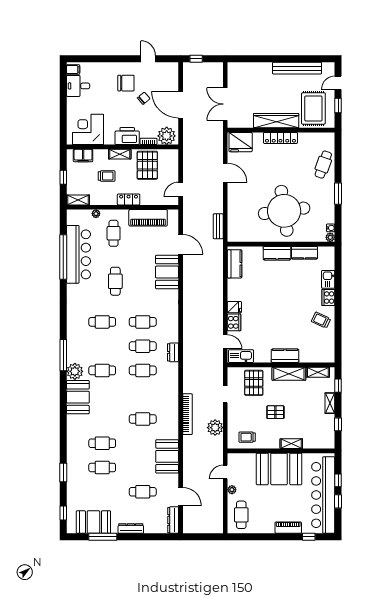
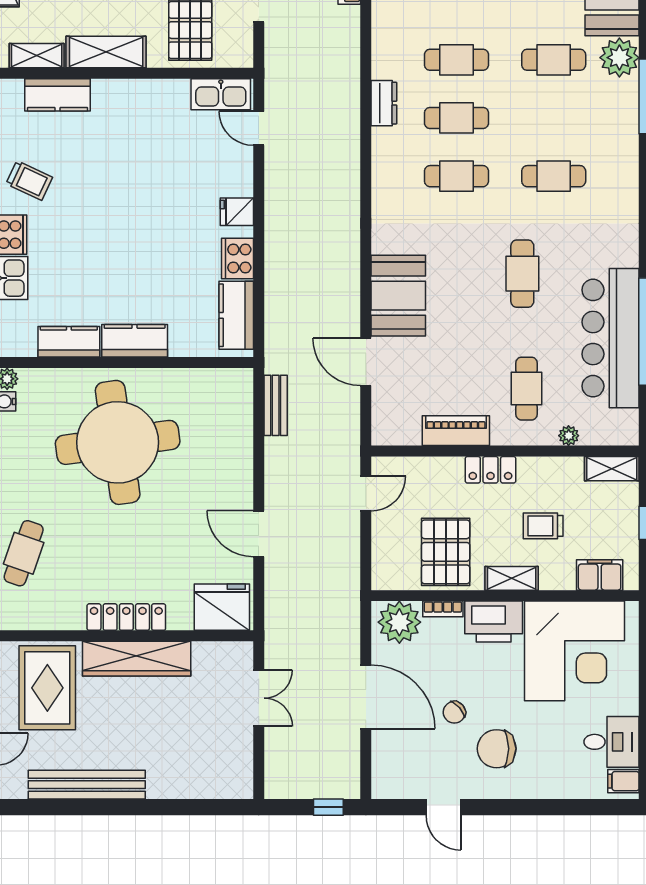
double door: (225, 104) -> (259, 698), width x0.73
corner desk: (88, 129) -> (574, 651), width x1.36, depth x1.36
piano: (148, 218) -> (456, 431), width x0.73, depth x0.75
cooker: (234, 322) -> (237, 259), moved
kitchen counter: (285, 356) -> (57, 95), moved

